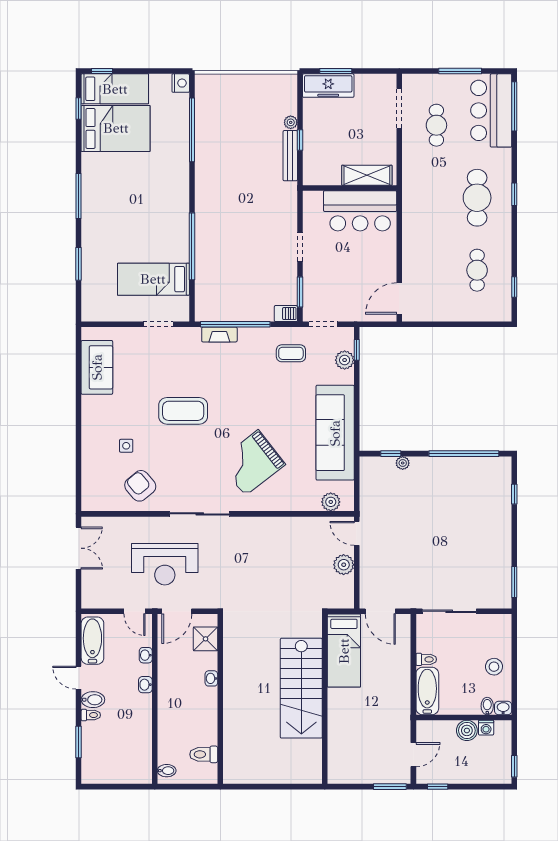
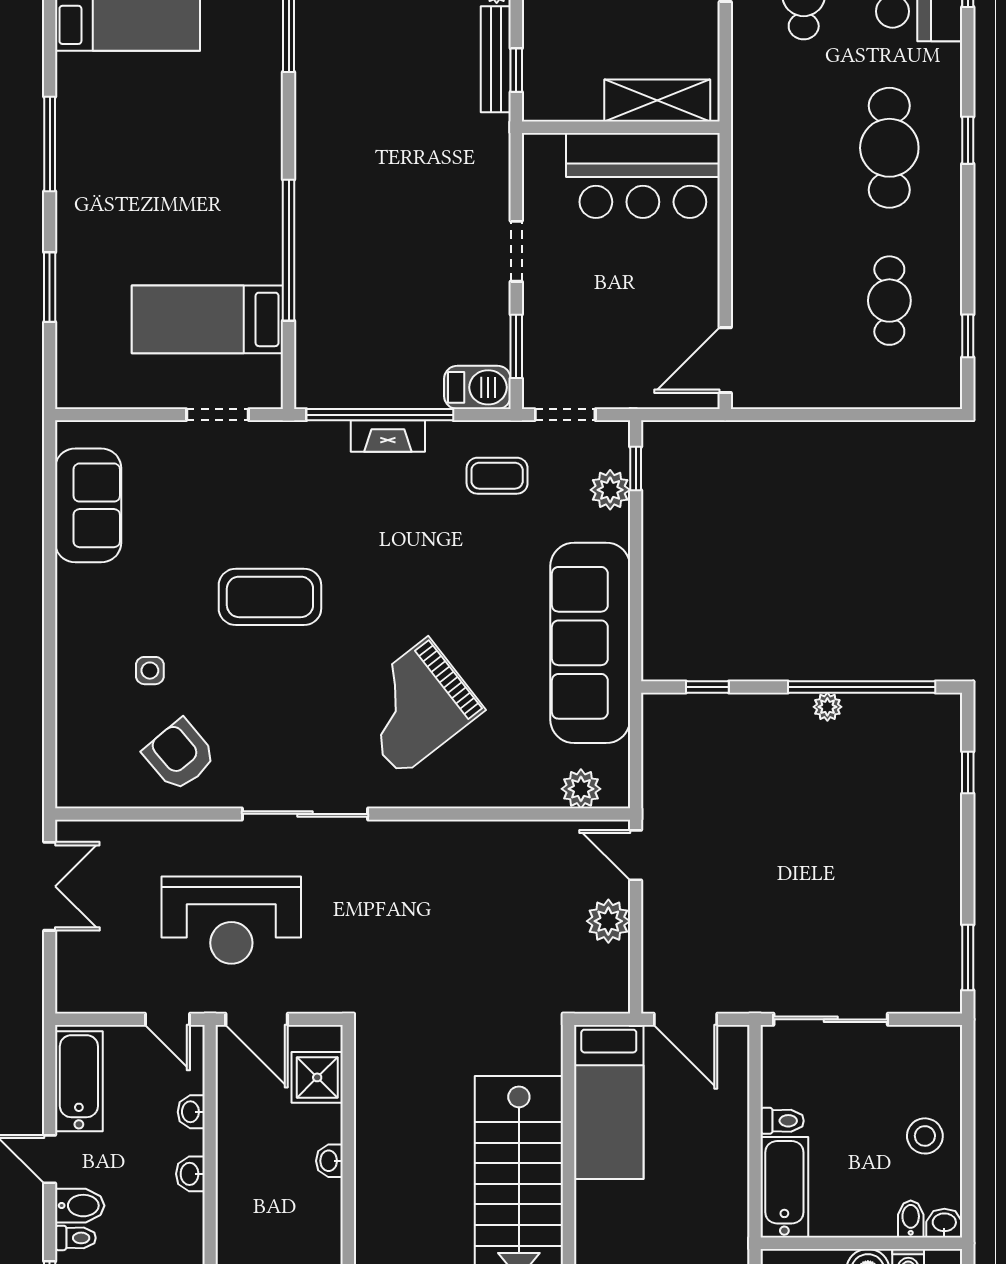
window: (300, 140) -> (516, 70), moved
barbecue: (286, 314) -> (477, 387), width x1.38, depth x1.27
fireplace: (219, 334) -> (388, 436), moved
plant: (403, 463) -> (827, 707), moved
door: (177, 611) -> (257, 1019), hinge flipped

